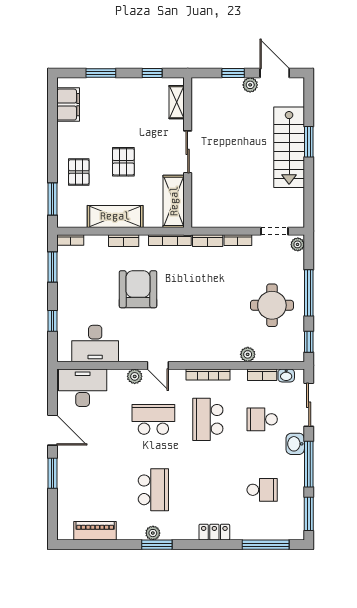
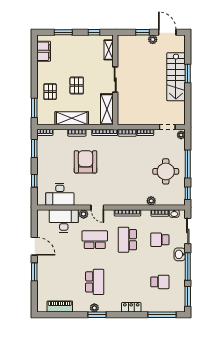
desk: (83, 388) -> (64, 221), moved

